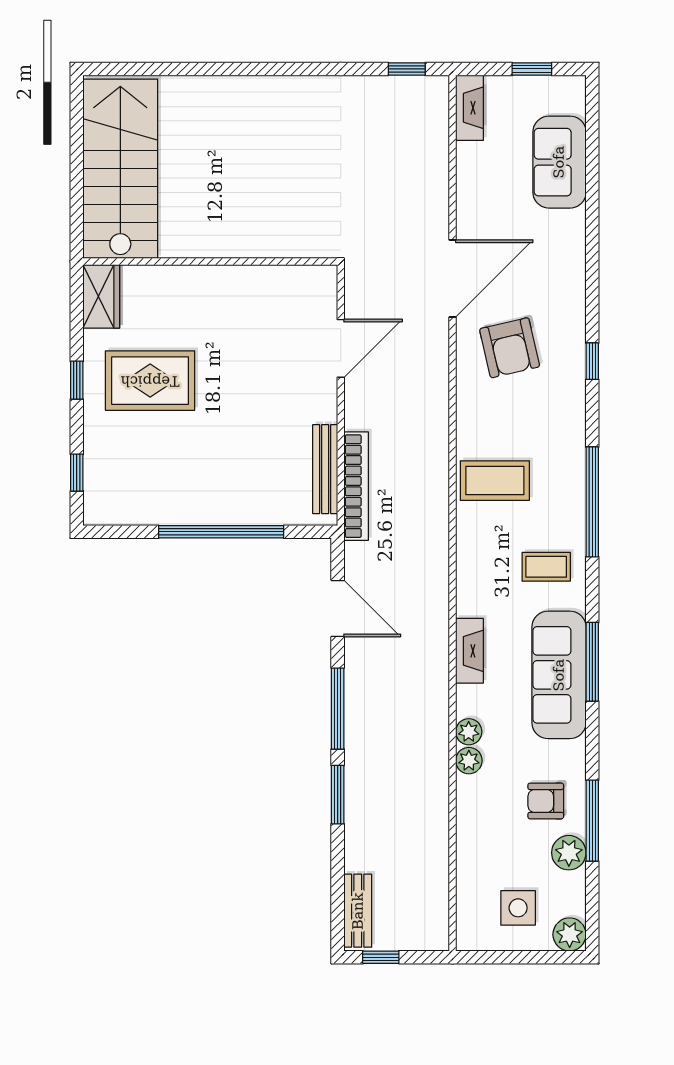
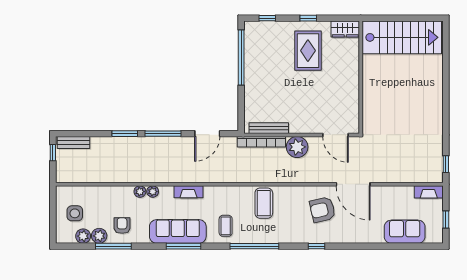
door: (341, 348) -> (335, 135), moved
plant: (368, 405) -> (297, 147), added
window: (221, 532) -> (241, 57), moved
plant: (570, 934) -> (83, 236), moved

